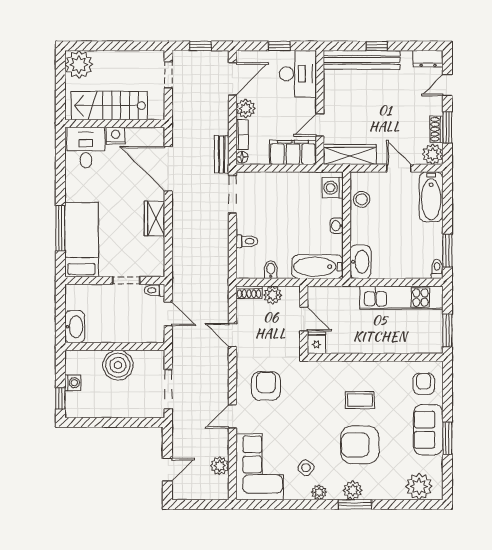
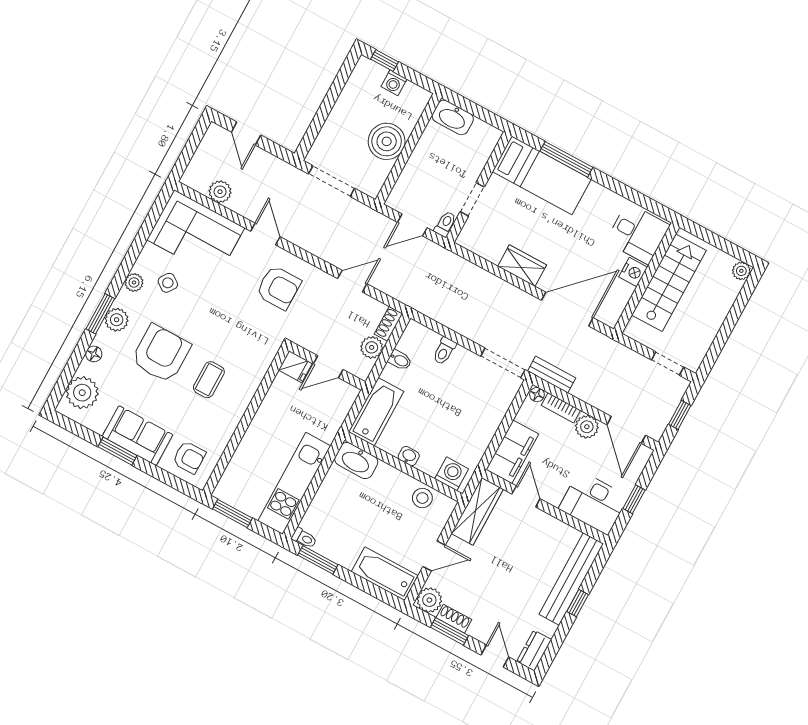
plant: (79, 65) -> (741, 271), width x0.53, depth x0.53
floor lamp: (386, 493) -> (94, 354), added

